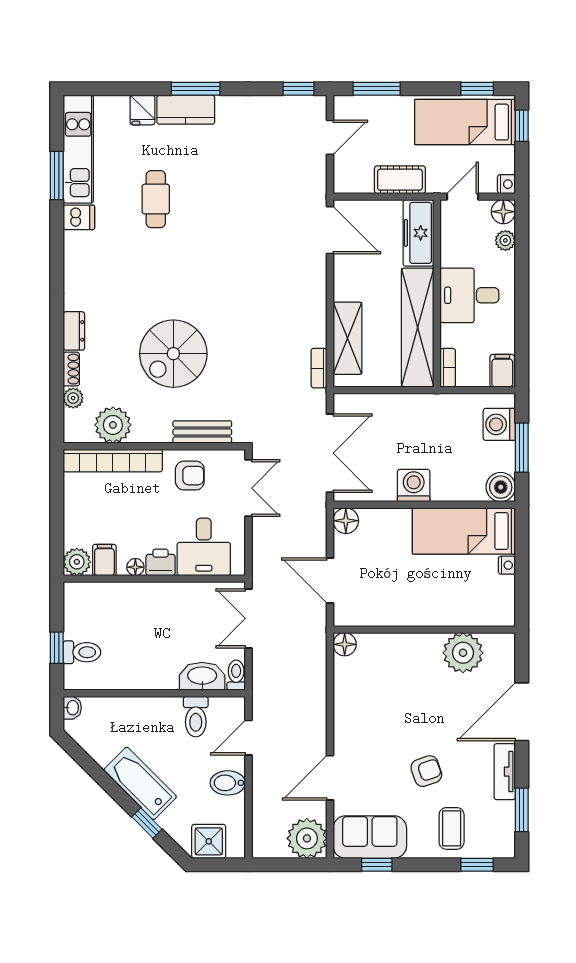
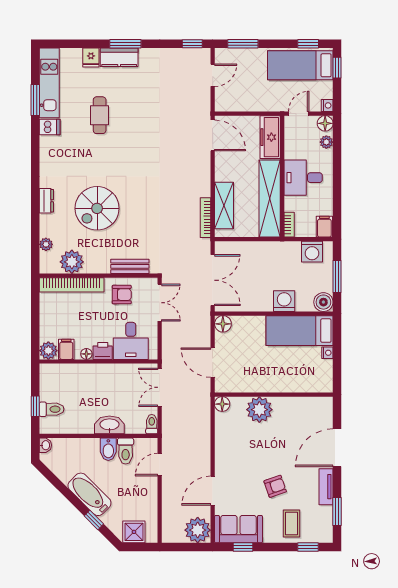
cot: (400, 180) -> (258, 103), removed
spiral stairs: (173, 354) -> (97, 208), moved
bookcase: (319, 368) -> (206, 218), width x1.56
shoe rack: (71, 369) -> (45, 225), removed
washing machine: (499, 424) -> (312, 252), moved, turned -90
washing machine: (414, 486) -> (284, 301), moved
plant: (463, 653) -> (259, 410), moved
washbasin: (202, 676) -> (109, 425), moved
bidet: (228, 783) -> (108, 449), moved, turned -90

